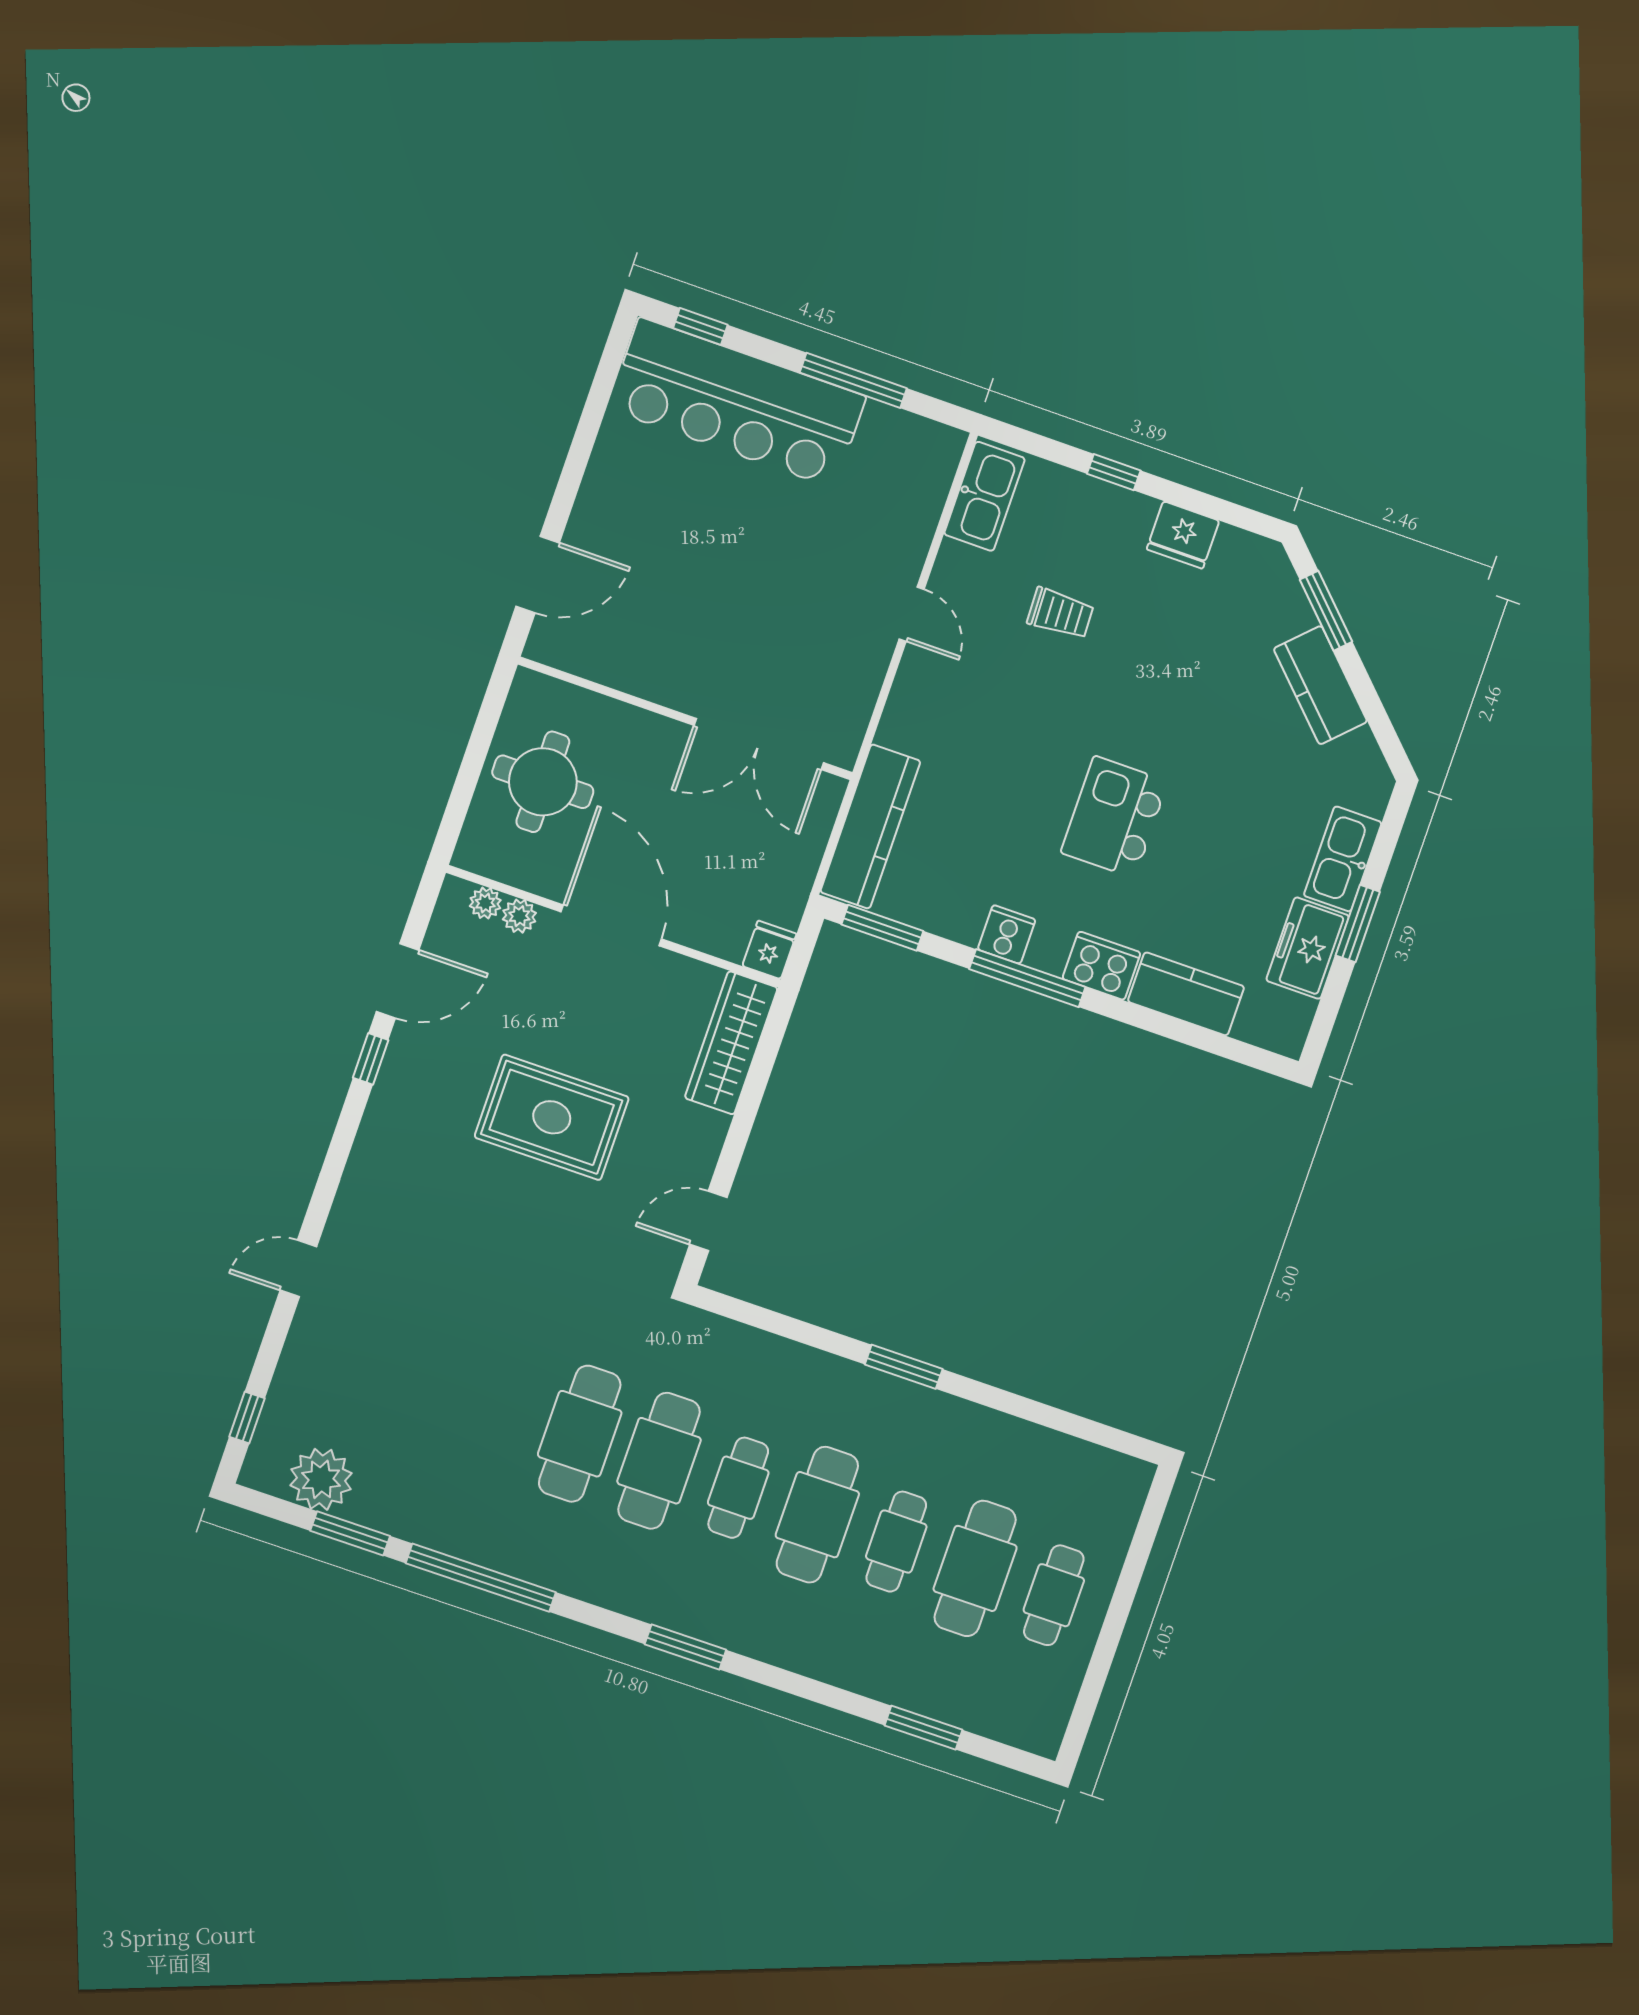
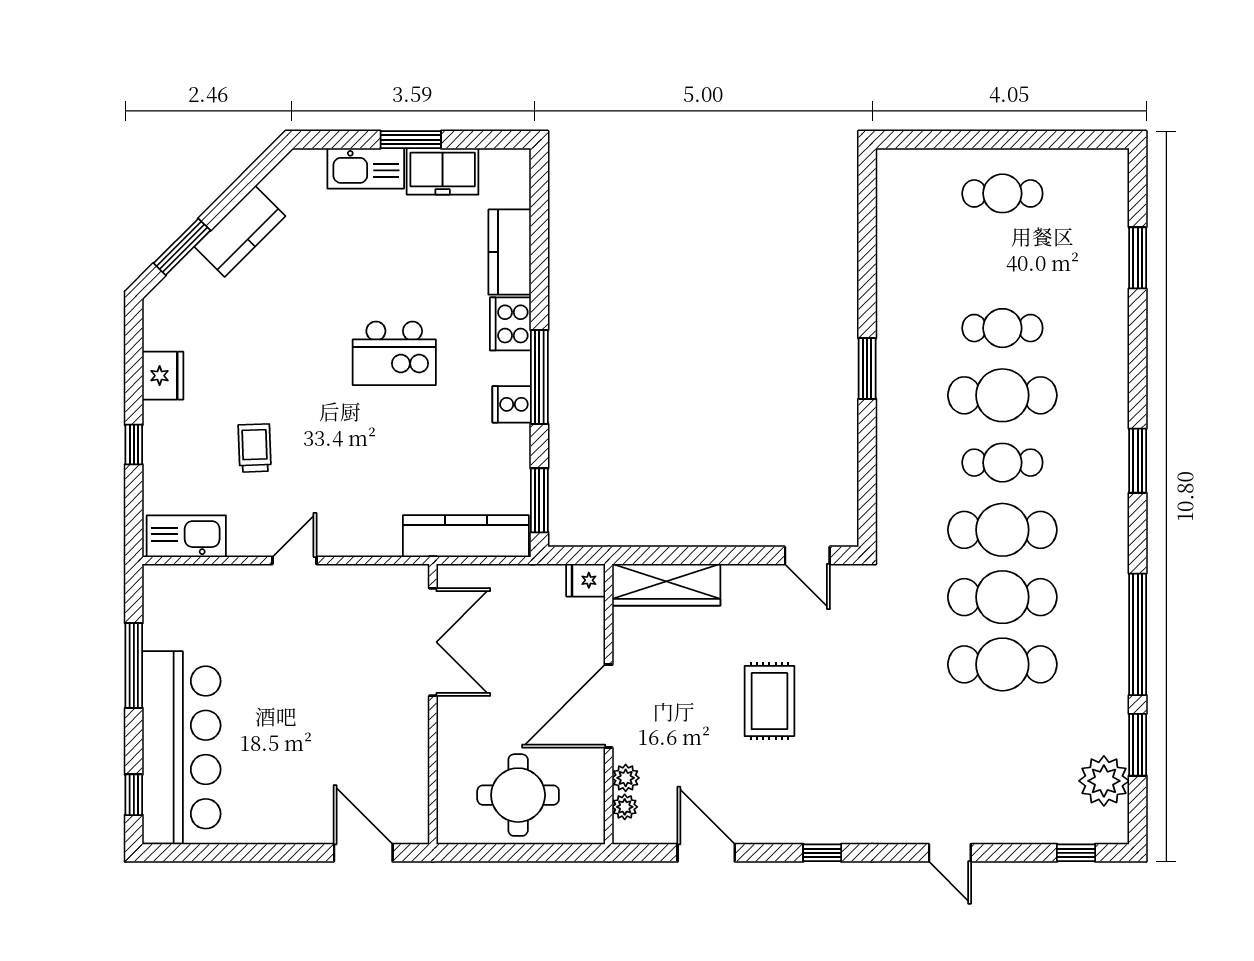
window: (371, 1059) -> (822, 853), moved
rug: (552, 1117) -> (769, 701), width x0.73, depth x0.70
cafe table: (975, 1568) -> (1002, 664), moved

